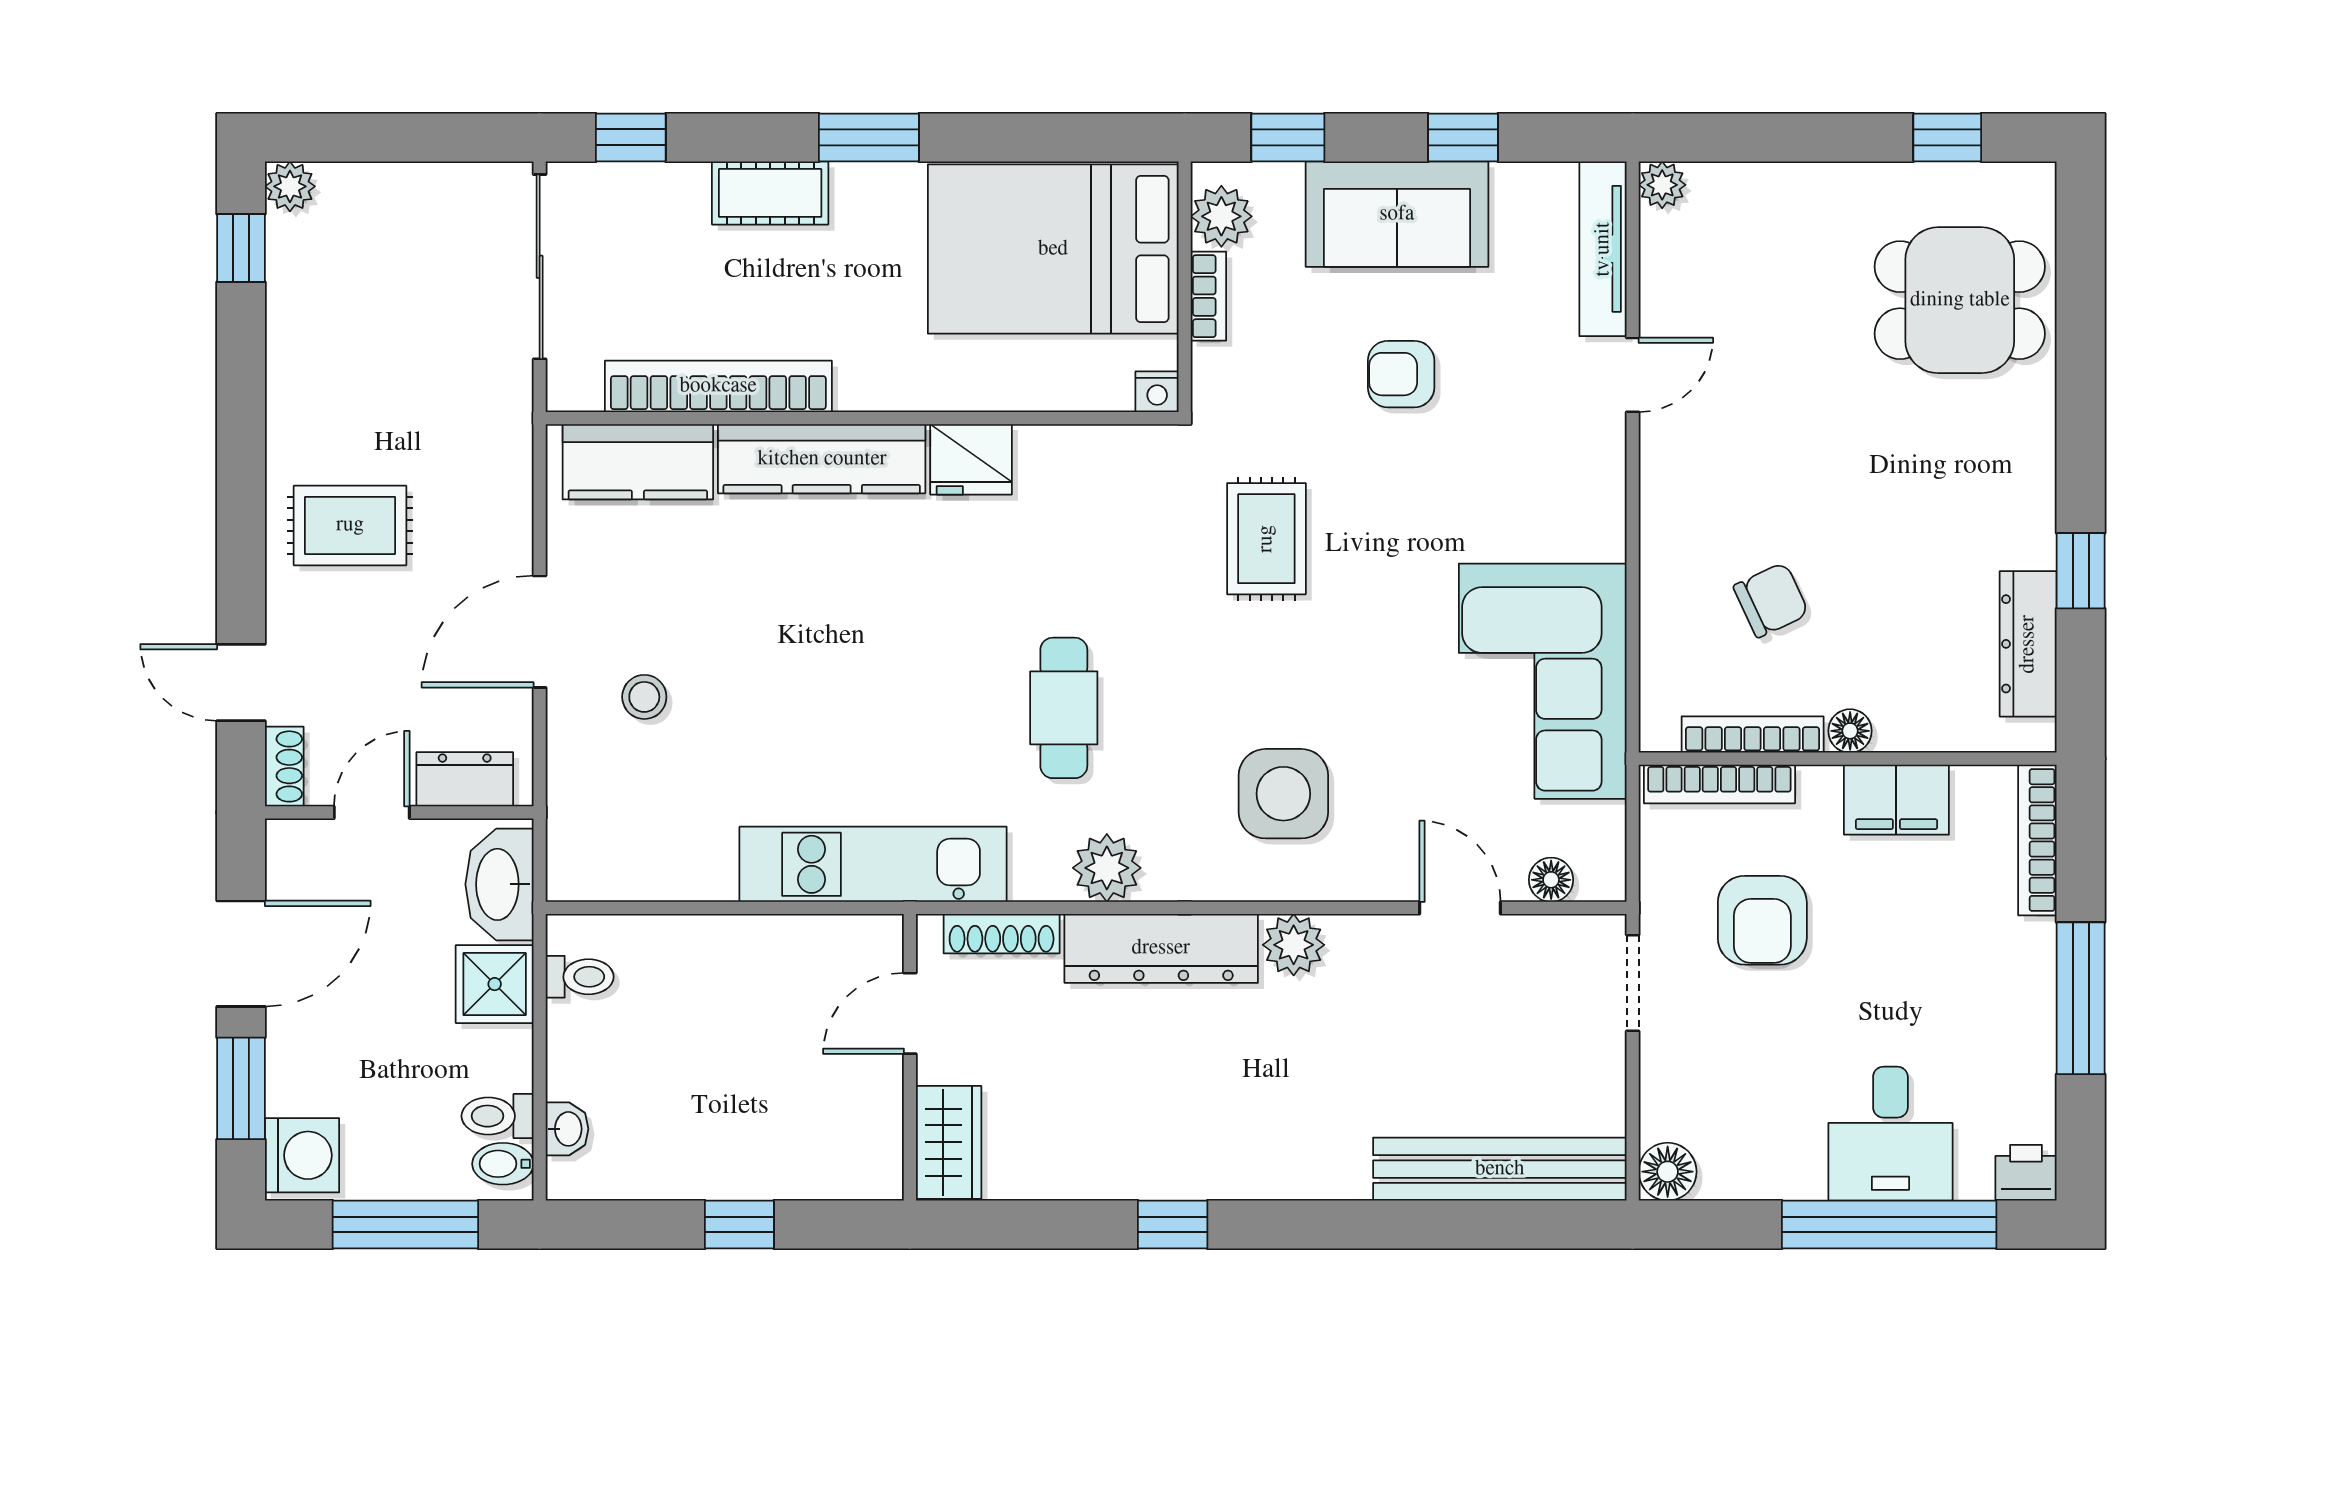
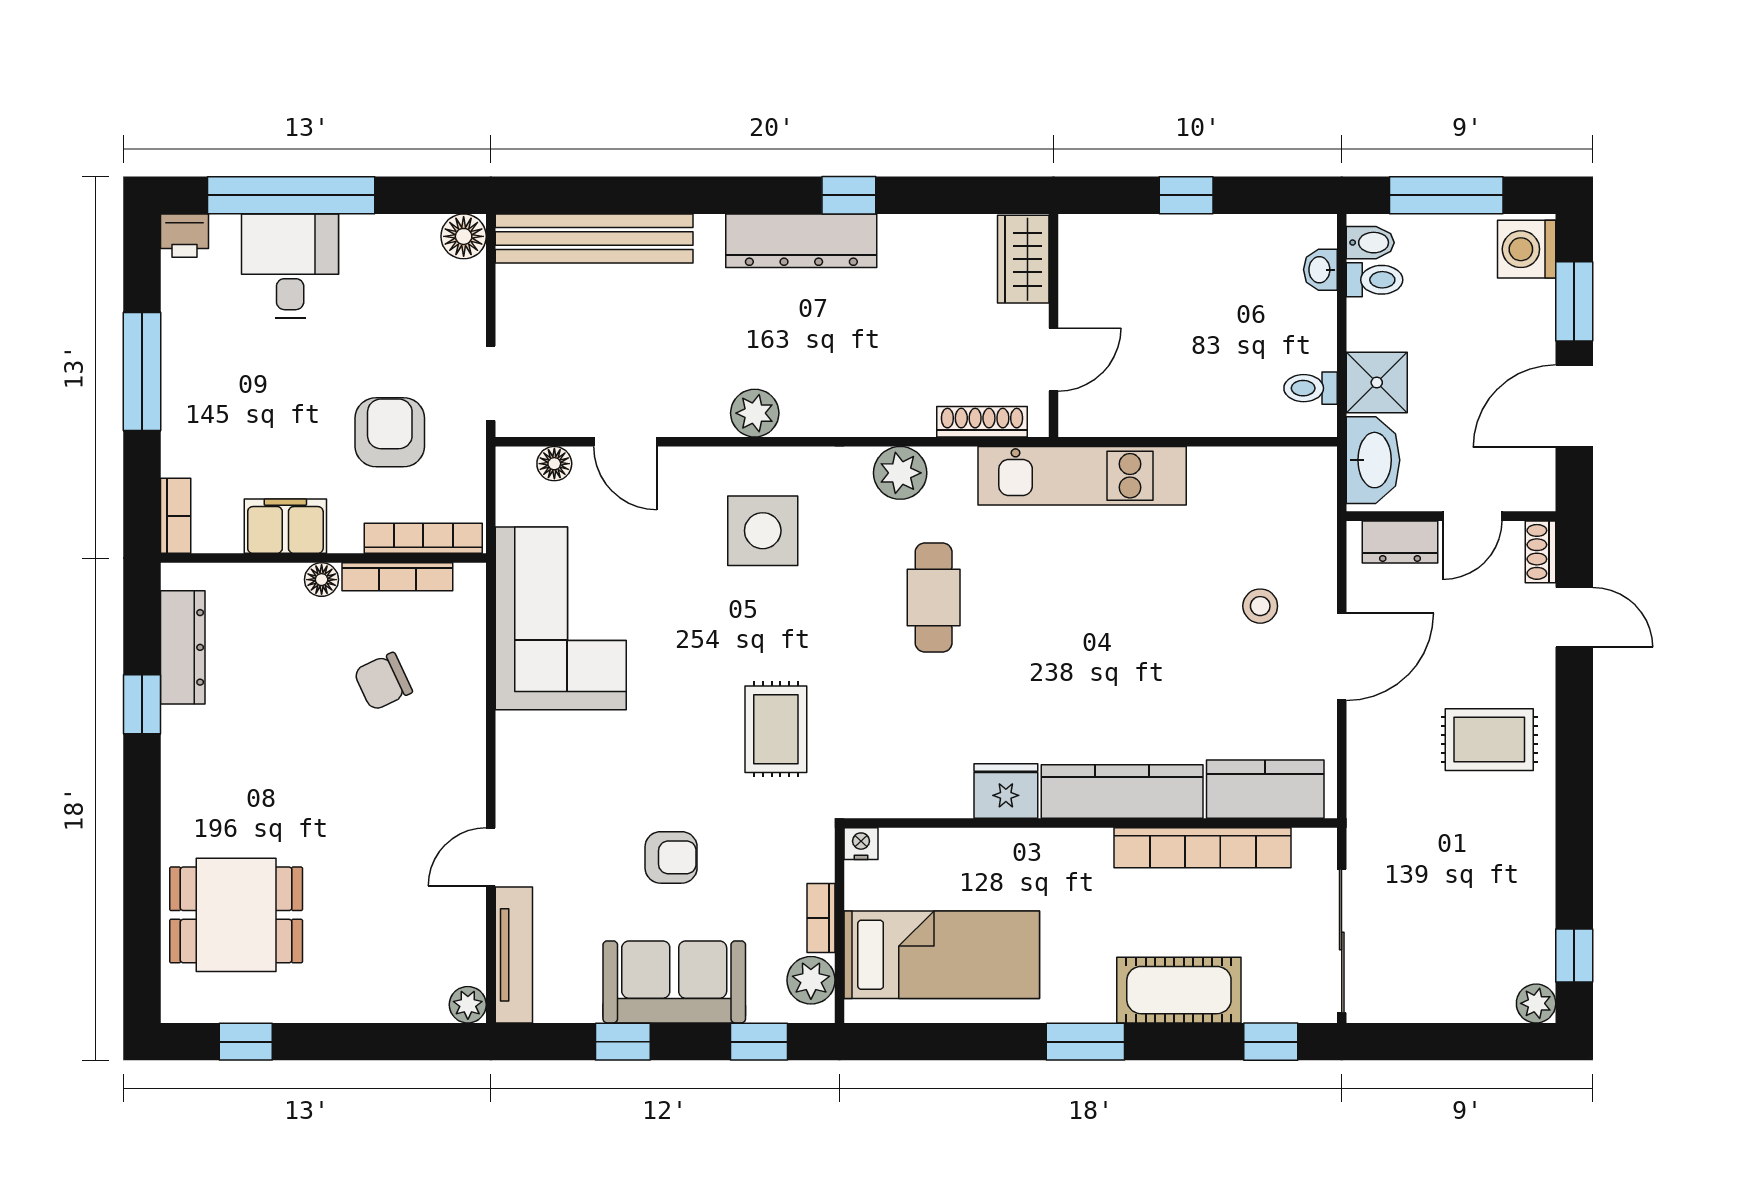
cot: (770, 193) -> (1179, 990), width x1.37, depth x1.34
bed: (1053, 249) -> (942, 955), width x0.67
bookcase: (2037, 840) -> (176, 516), width x0.64
dresser: (1161, 948) -> (801, 241), moved, turned 180

